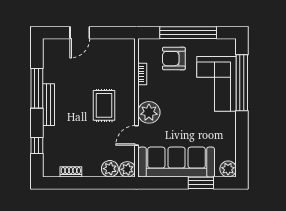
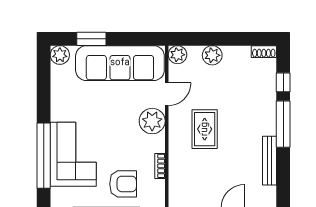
window: (37, 88) -> (283, 124), moved
bench: (49, 105) -> (269, 161), moved
plant: (110, 169) -> (212, 55), moved
shoe rack: (71, 172) -> (264, 52), moved

